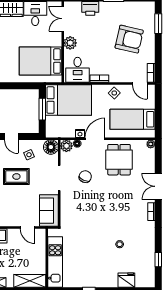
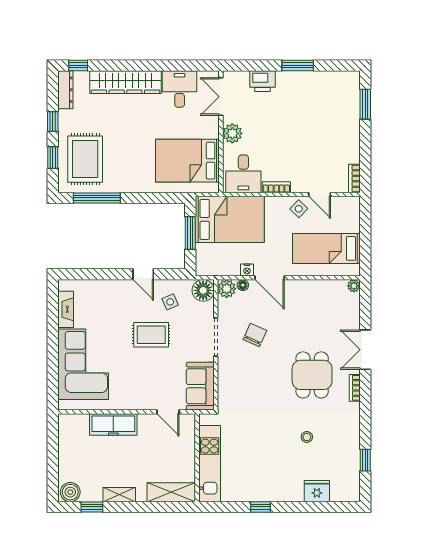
armchair: (129, 39) -> (321, 127), removed
door: (140, 84) -> (320, 195), moved
door: (95, 139) -> (270, 278), swing flipped
dining table: (119, 160) -> (312, 375), moved

